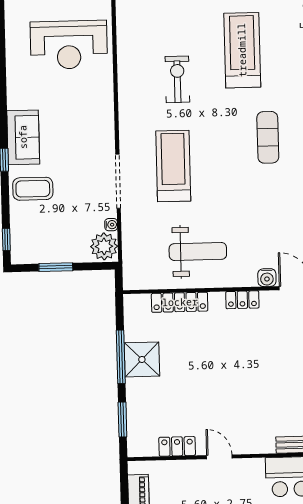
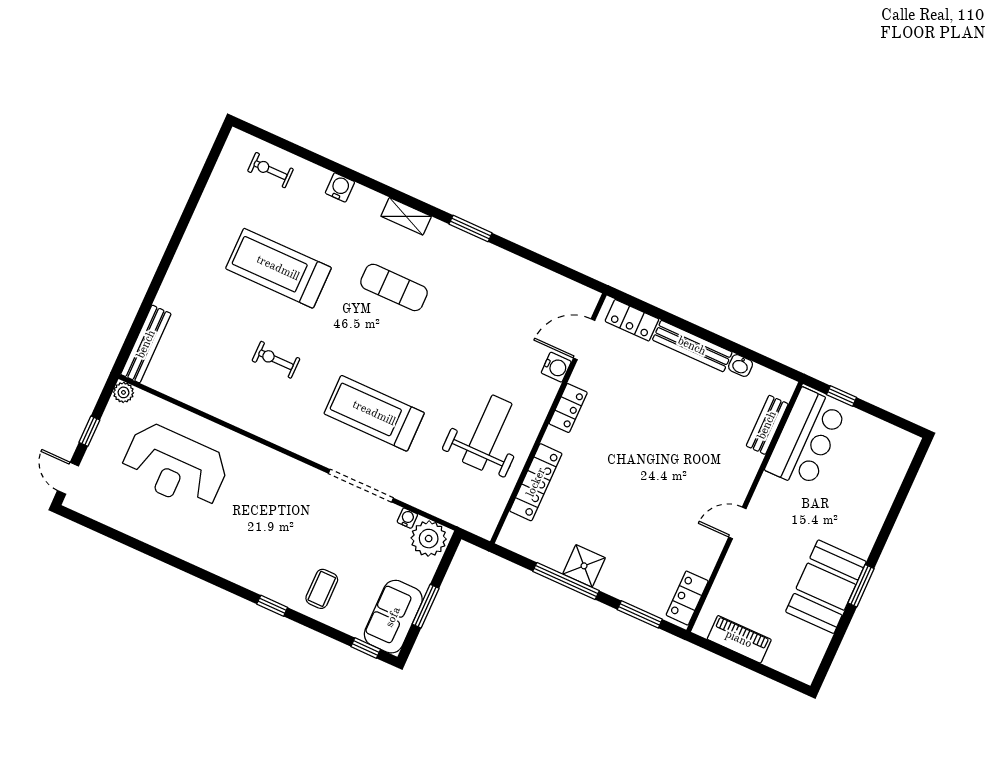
reception desk: (69, 45) -> (175, 466), turned 90
exercise bike: (177, 79) -> (276, 360), width x0.73, depth x0.72
sofa: (23, 137) -> (393, 617), moved, turned -90
coffee table: (33, 189) -> (322, 589), width x0.73, depth x0.77
shower: (142, 359) -> (584, 566), width x0.73, depth x0.73
locker: (177, 446) -> (687, 598), moved

